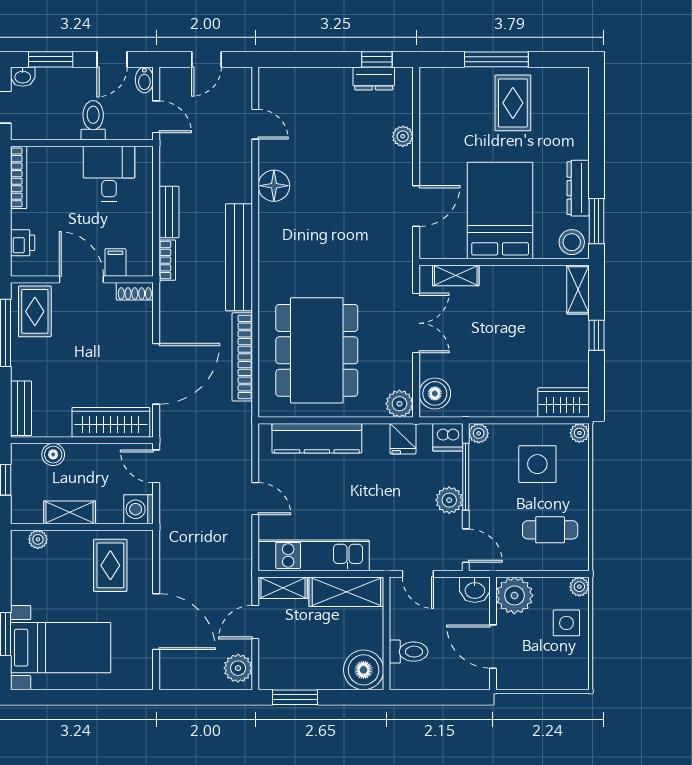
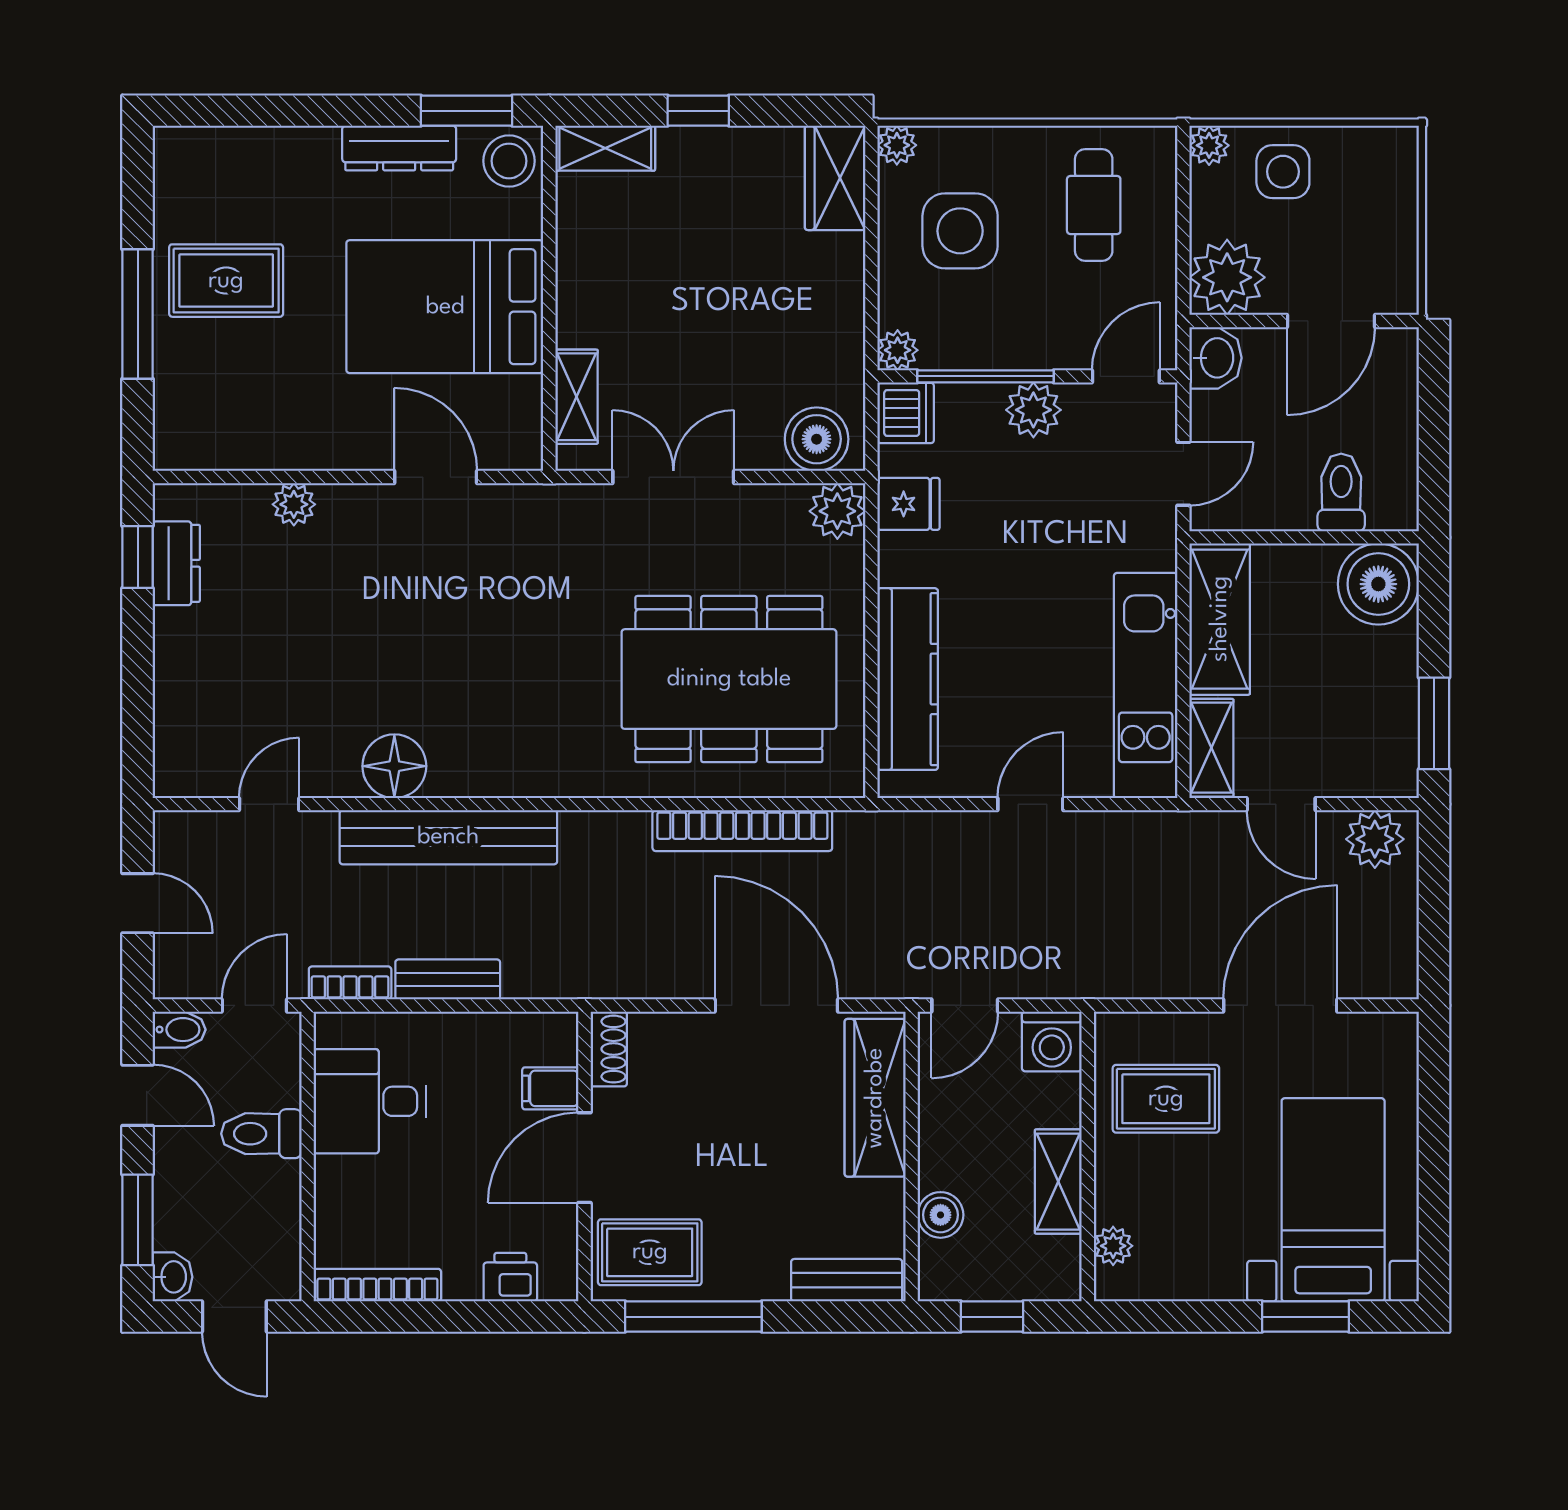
bench: (239, 257) -> (448, 837), moved
bookcase: (167, 260) -> (350, 983), moved

